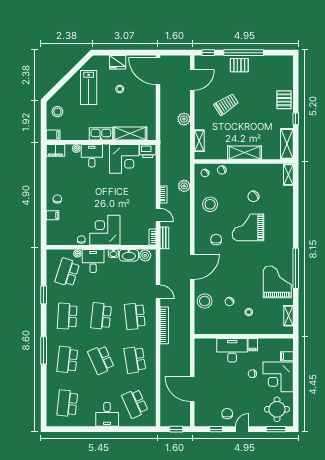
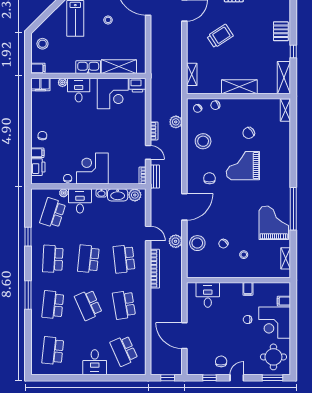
plant: (184, 119) -> (176, 241), moved
printer: (53, 229) -> (38, 167), added
desk: (232, 350) -> (208, 295), moved, width x0.73

